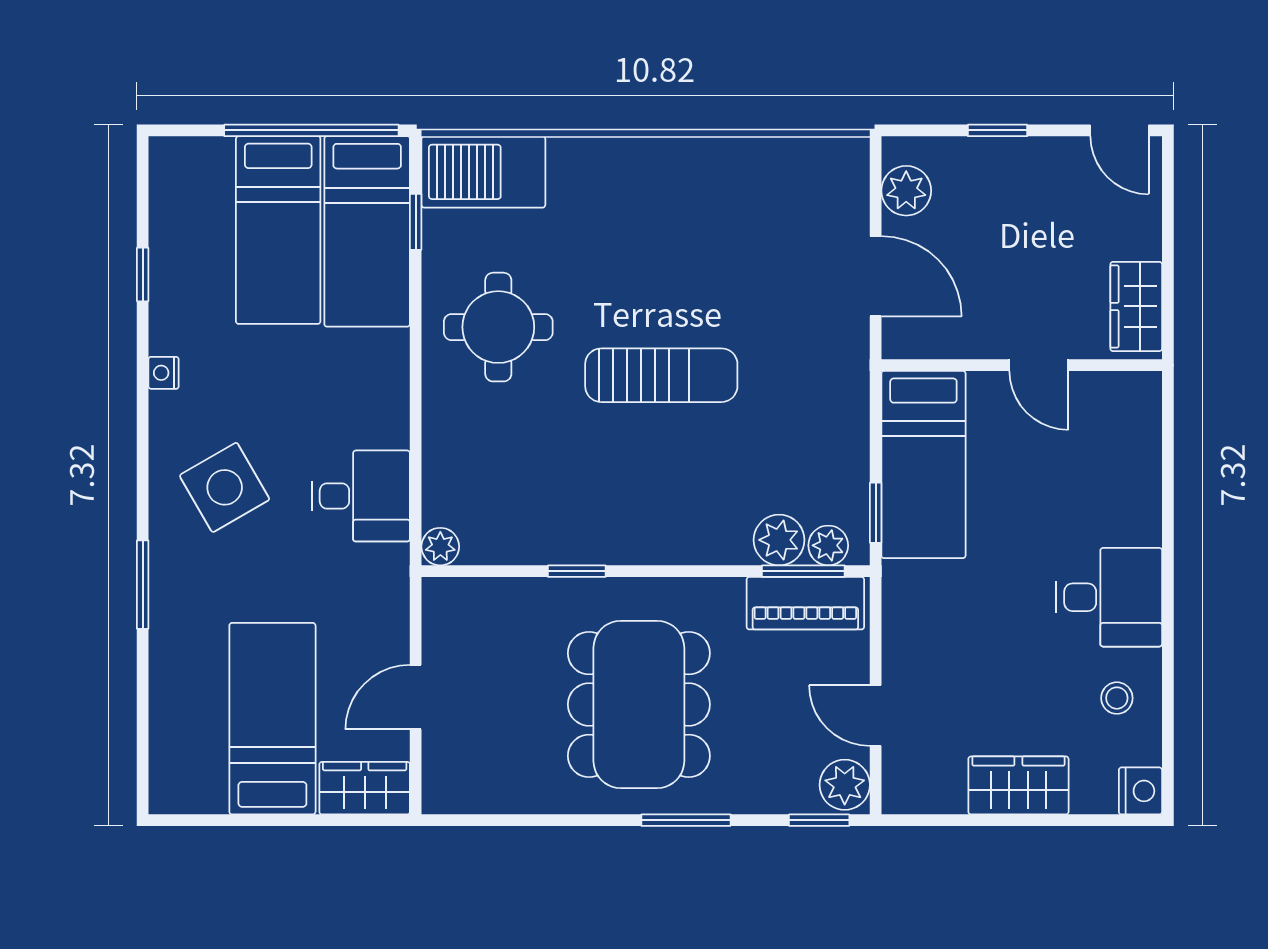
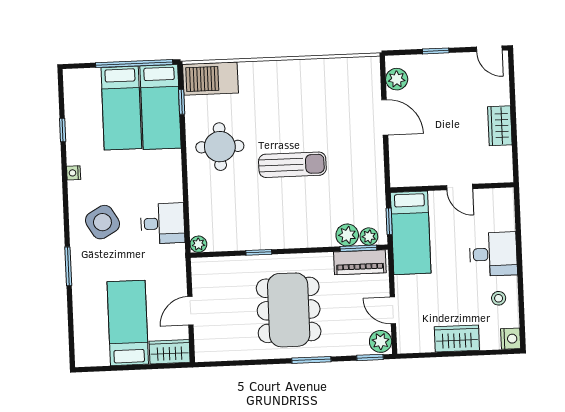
wall: (1022, 365) -> (452, 187), moved
door: (1039, 365) -> (460, 187), moved
bed: (923, 464) -> (411, 233), moved

